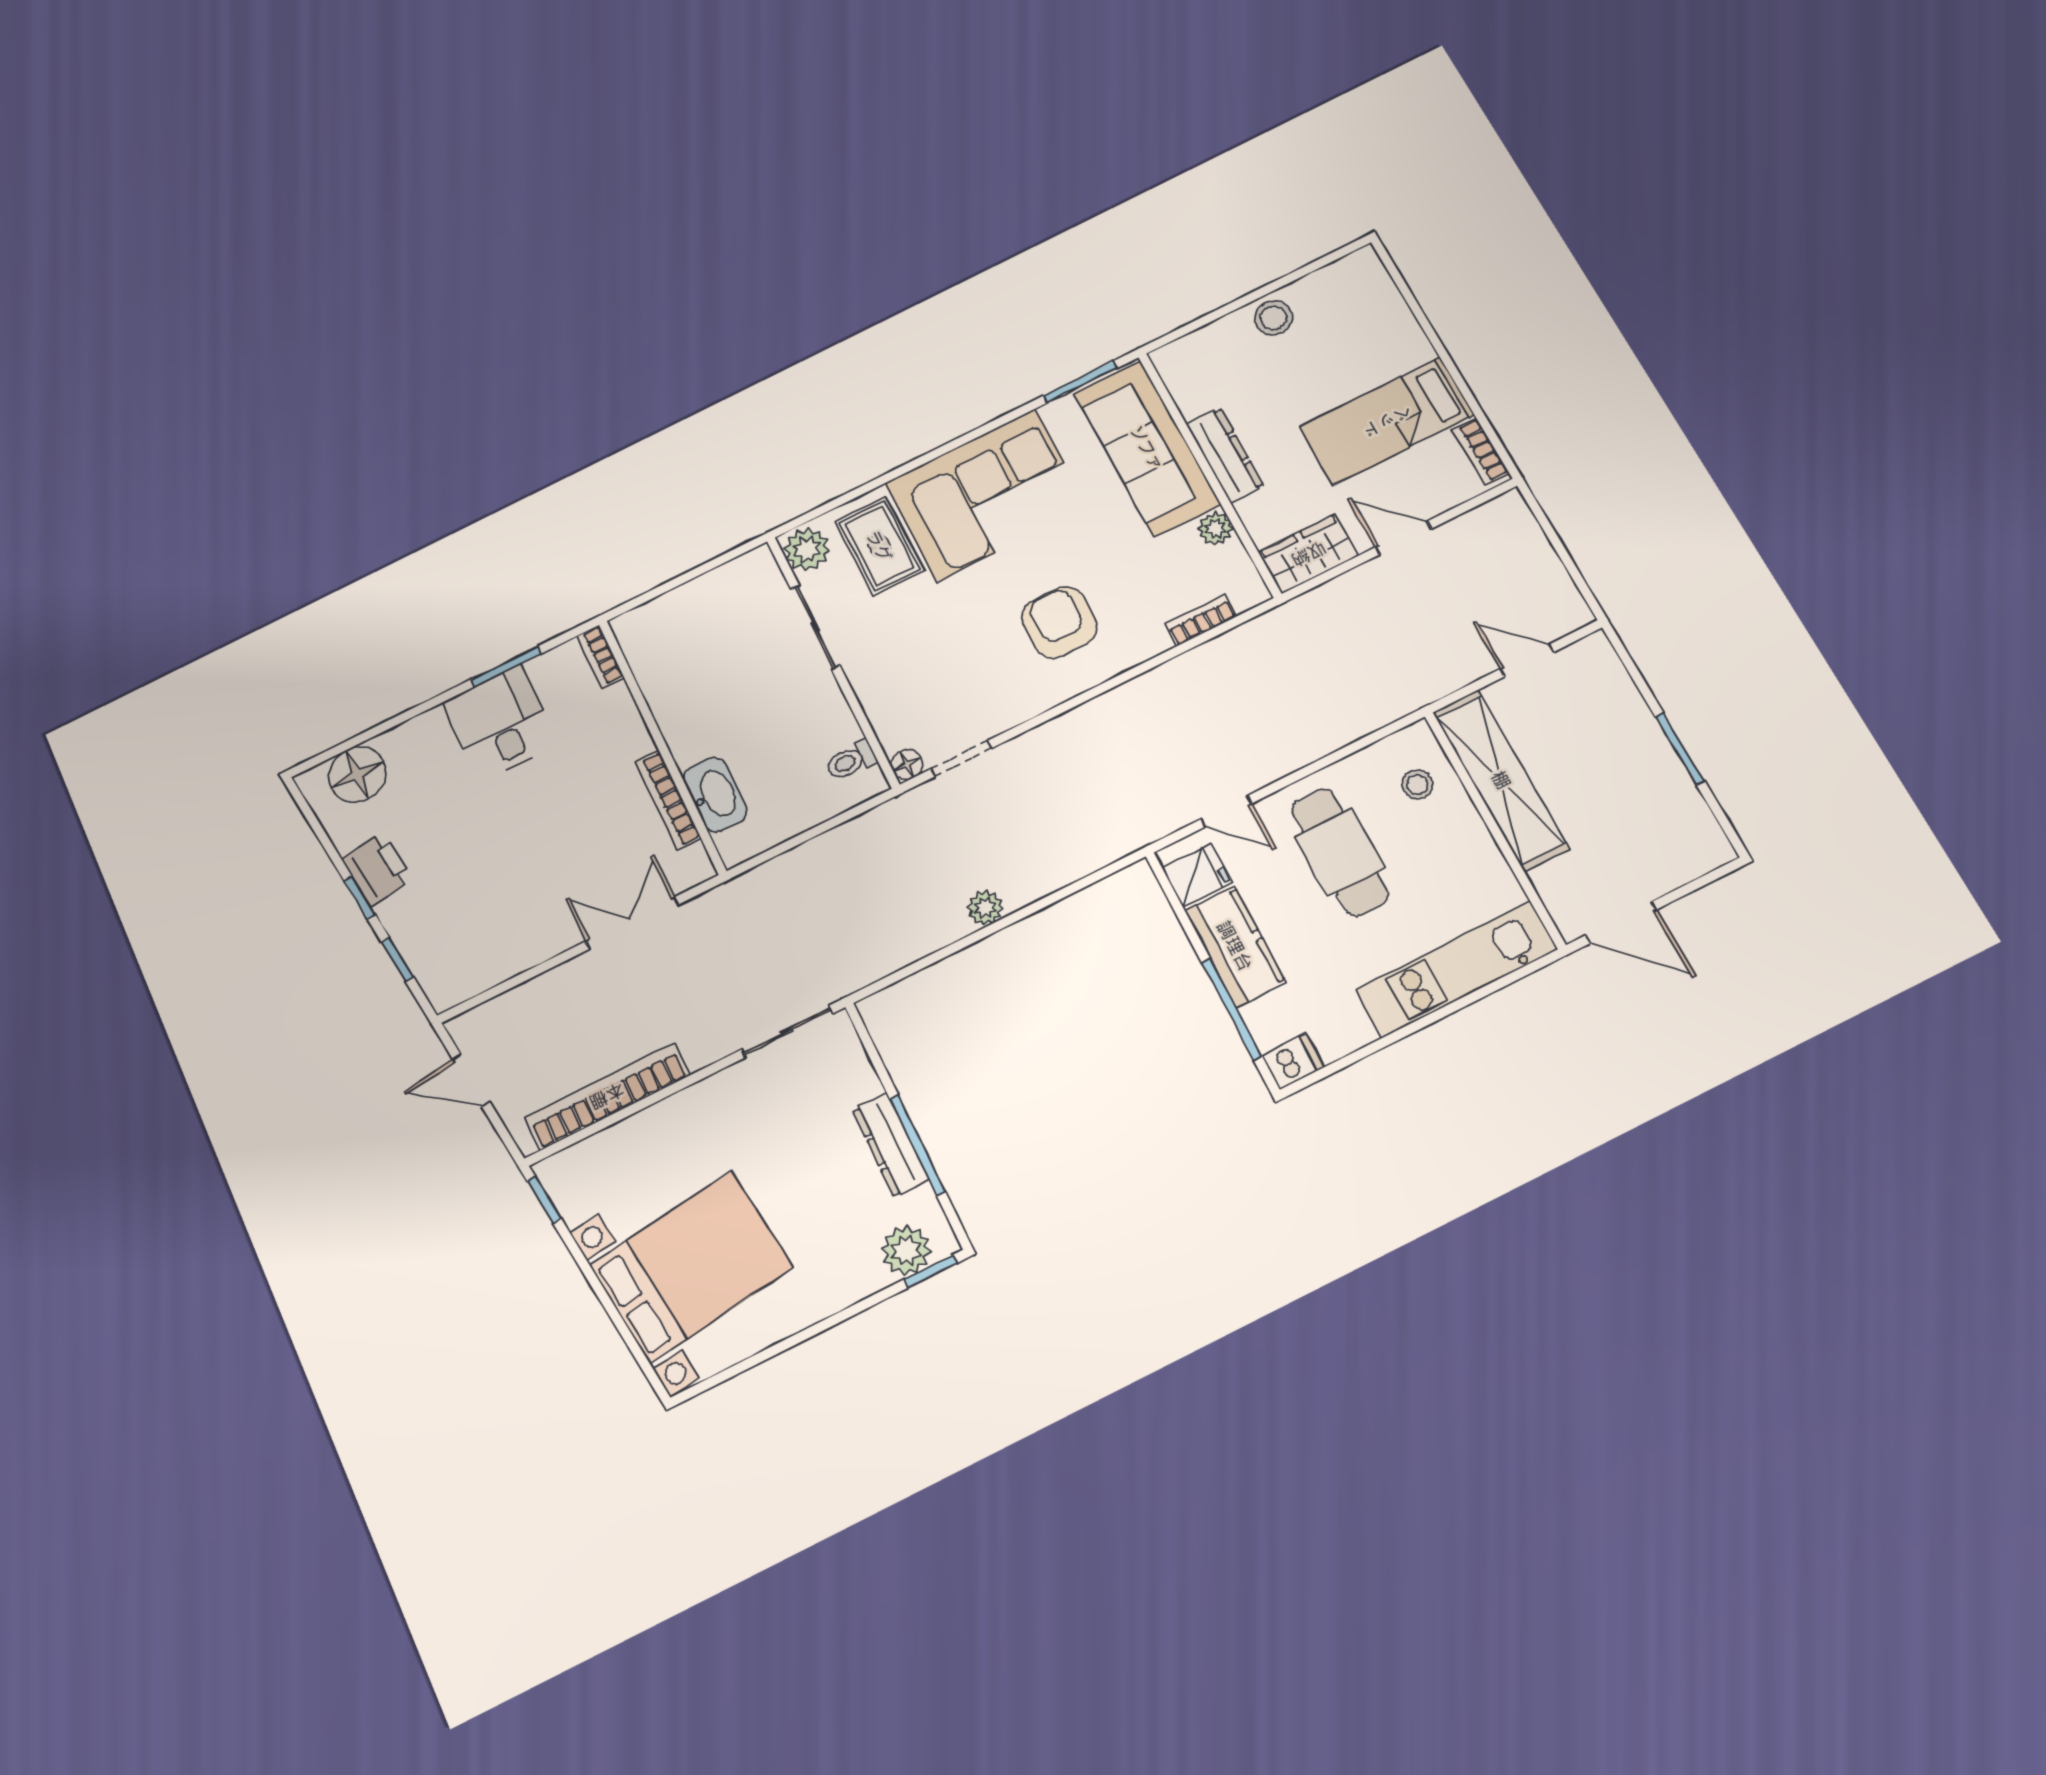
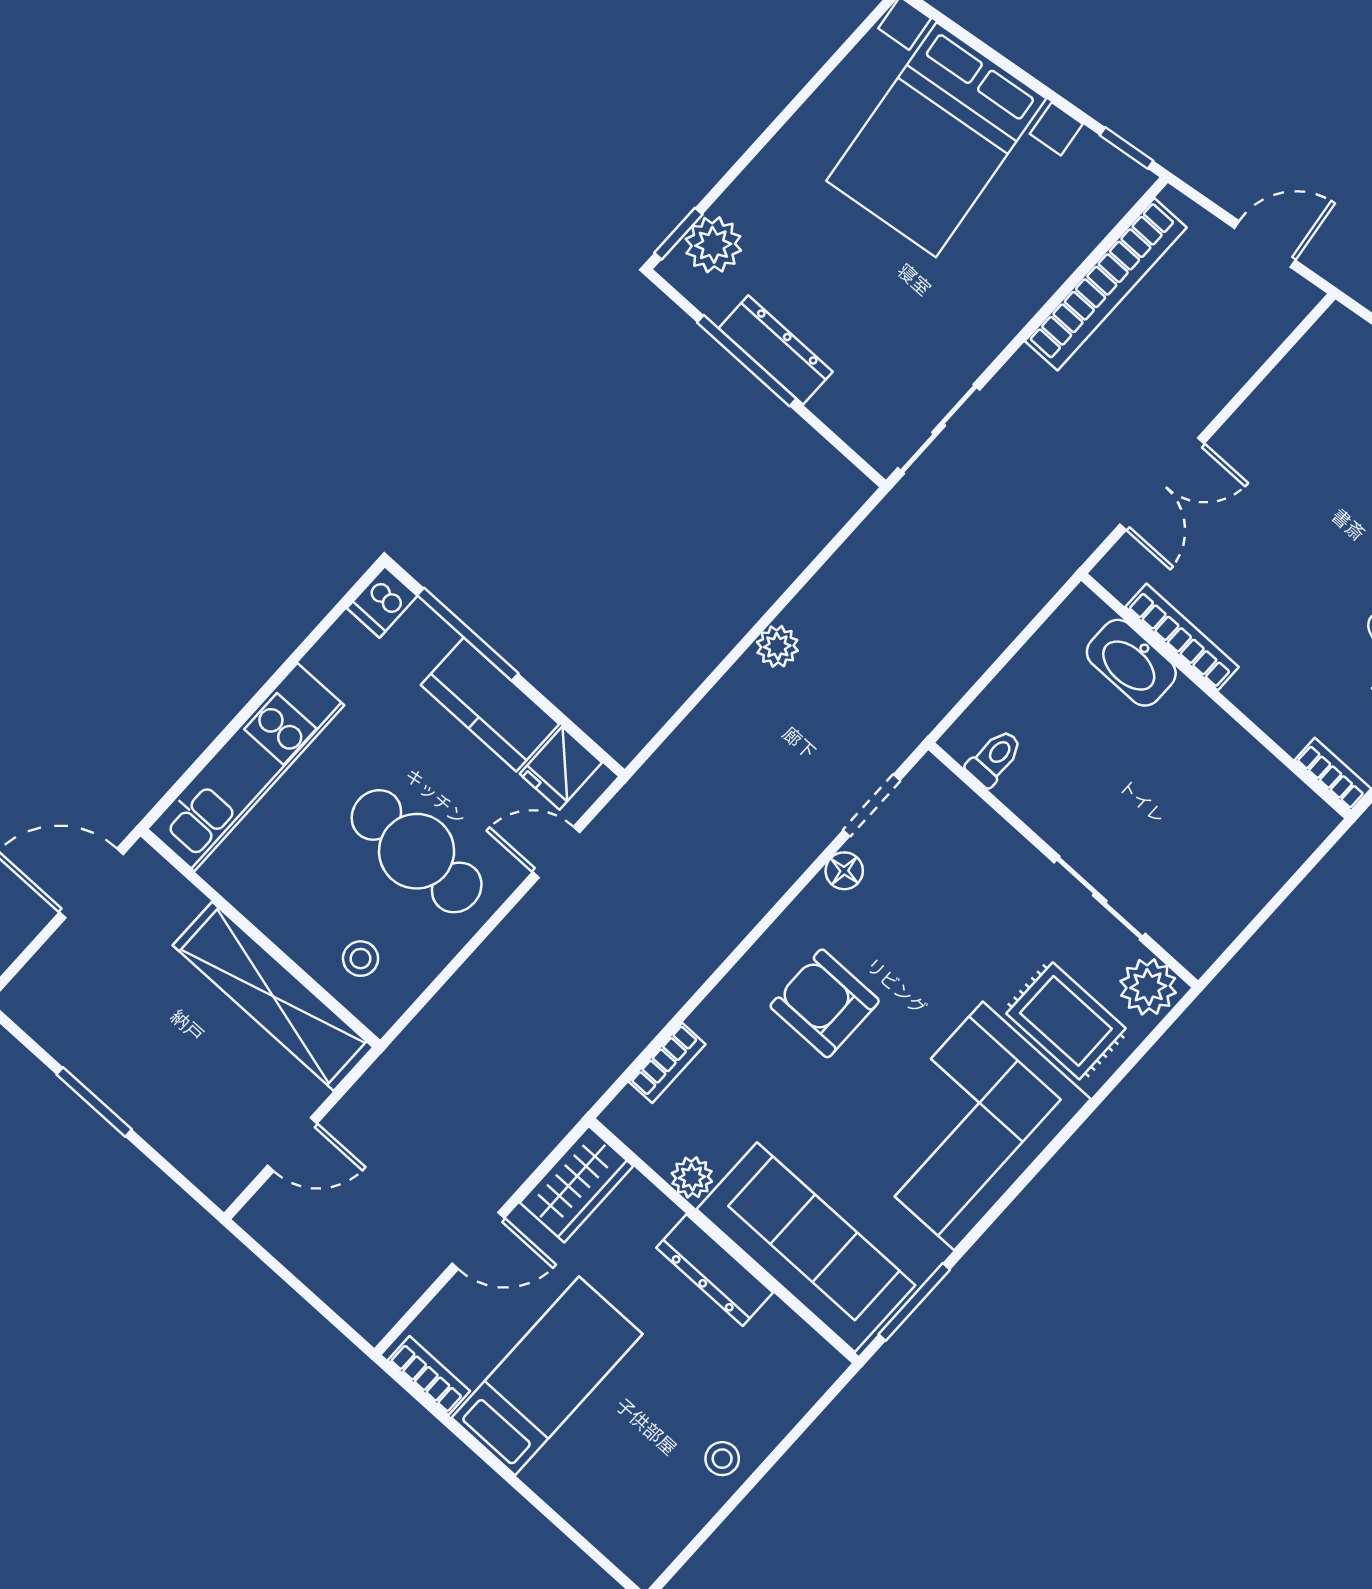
stool: (1273, 318) -> (722, 1459), width x0.73, depth x0.73
armchair: (1059, 622) -> (825, 1003), turned 180
floor lamp: (907, 765) -> (844, 871), moved

